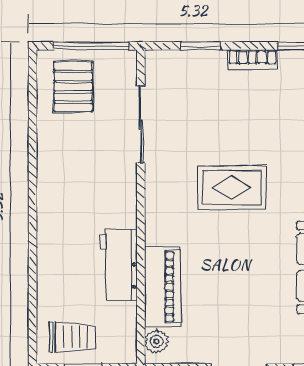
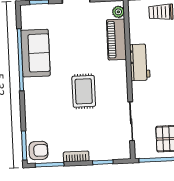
rug: (232, 188) -> (84, 91), turned 90
workbench: (119, 265) -> (140, 62), moved

